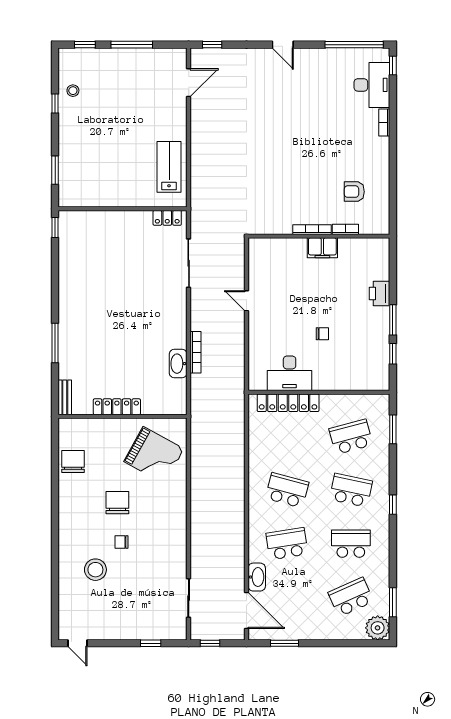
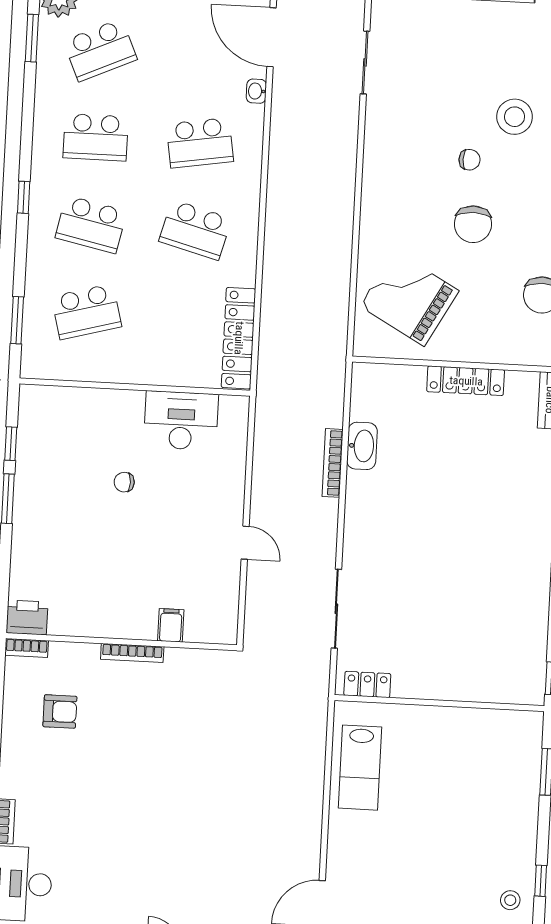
bookcase: (345, 229) -> (27, 648), moved
filing cabinet: (322, 248) -> (171, 625), moved, width x0.50
printer: (380, 293) -> (27, 617), moved, turned -90
locker: (288, 403) -> (239, 338), moved, turned -90
washbasin: (257, 577) -> (256, 91), width x0.52, depth x0.69

